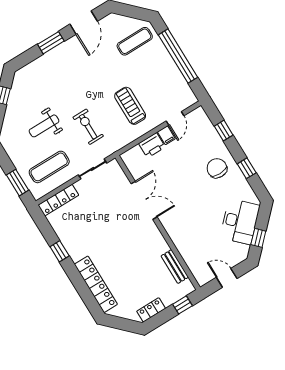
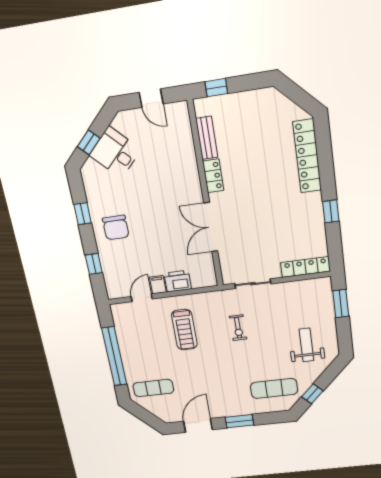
weight bench: (44, 126) -> (306, 345), moved, turned -90
exercise bike: (88, 127) -> (238, 328), width x0.73, depth x0.72
exercise mat: (49, 167) -> (274, 388), moved
desk: (240, 222) -> (115, 152), width x0.73
window: (258, 238) -> (89, 142), moved
locker: (151, 310) -> (213, 176), moved, turned -90

